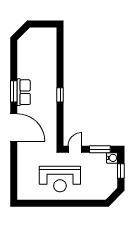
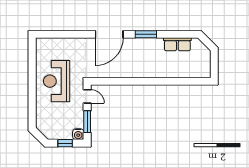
row of seats: (24, 92) -> (177, 44), moved
window: (60, 95) -> (142, 81), removed

